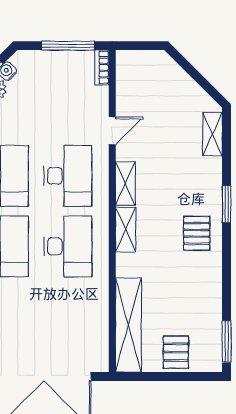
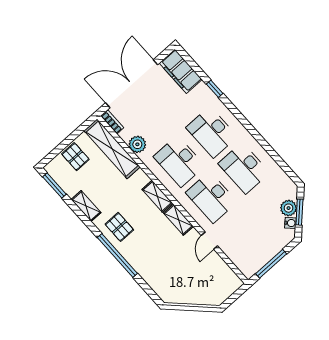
bookcase: (102, 67) -> (112, 122), moved
shelving: (212, 134) -> (86, 206), moved
window: (227, 204) -> (117, 255), width x2.11
plant: (97, 305) -> (137, 144), added

